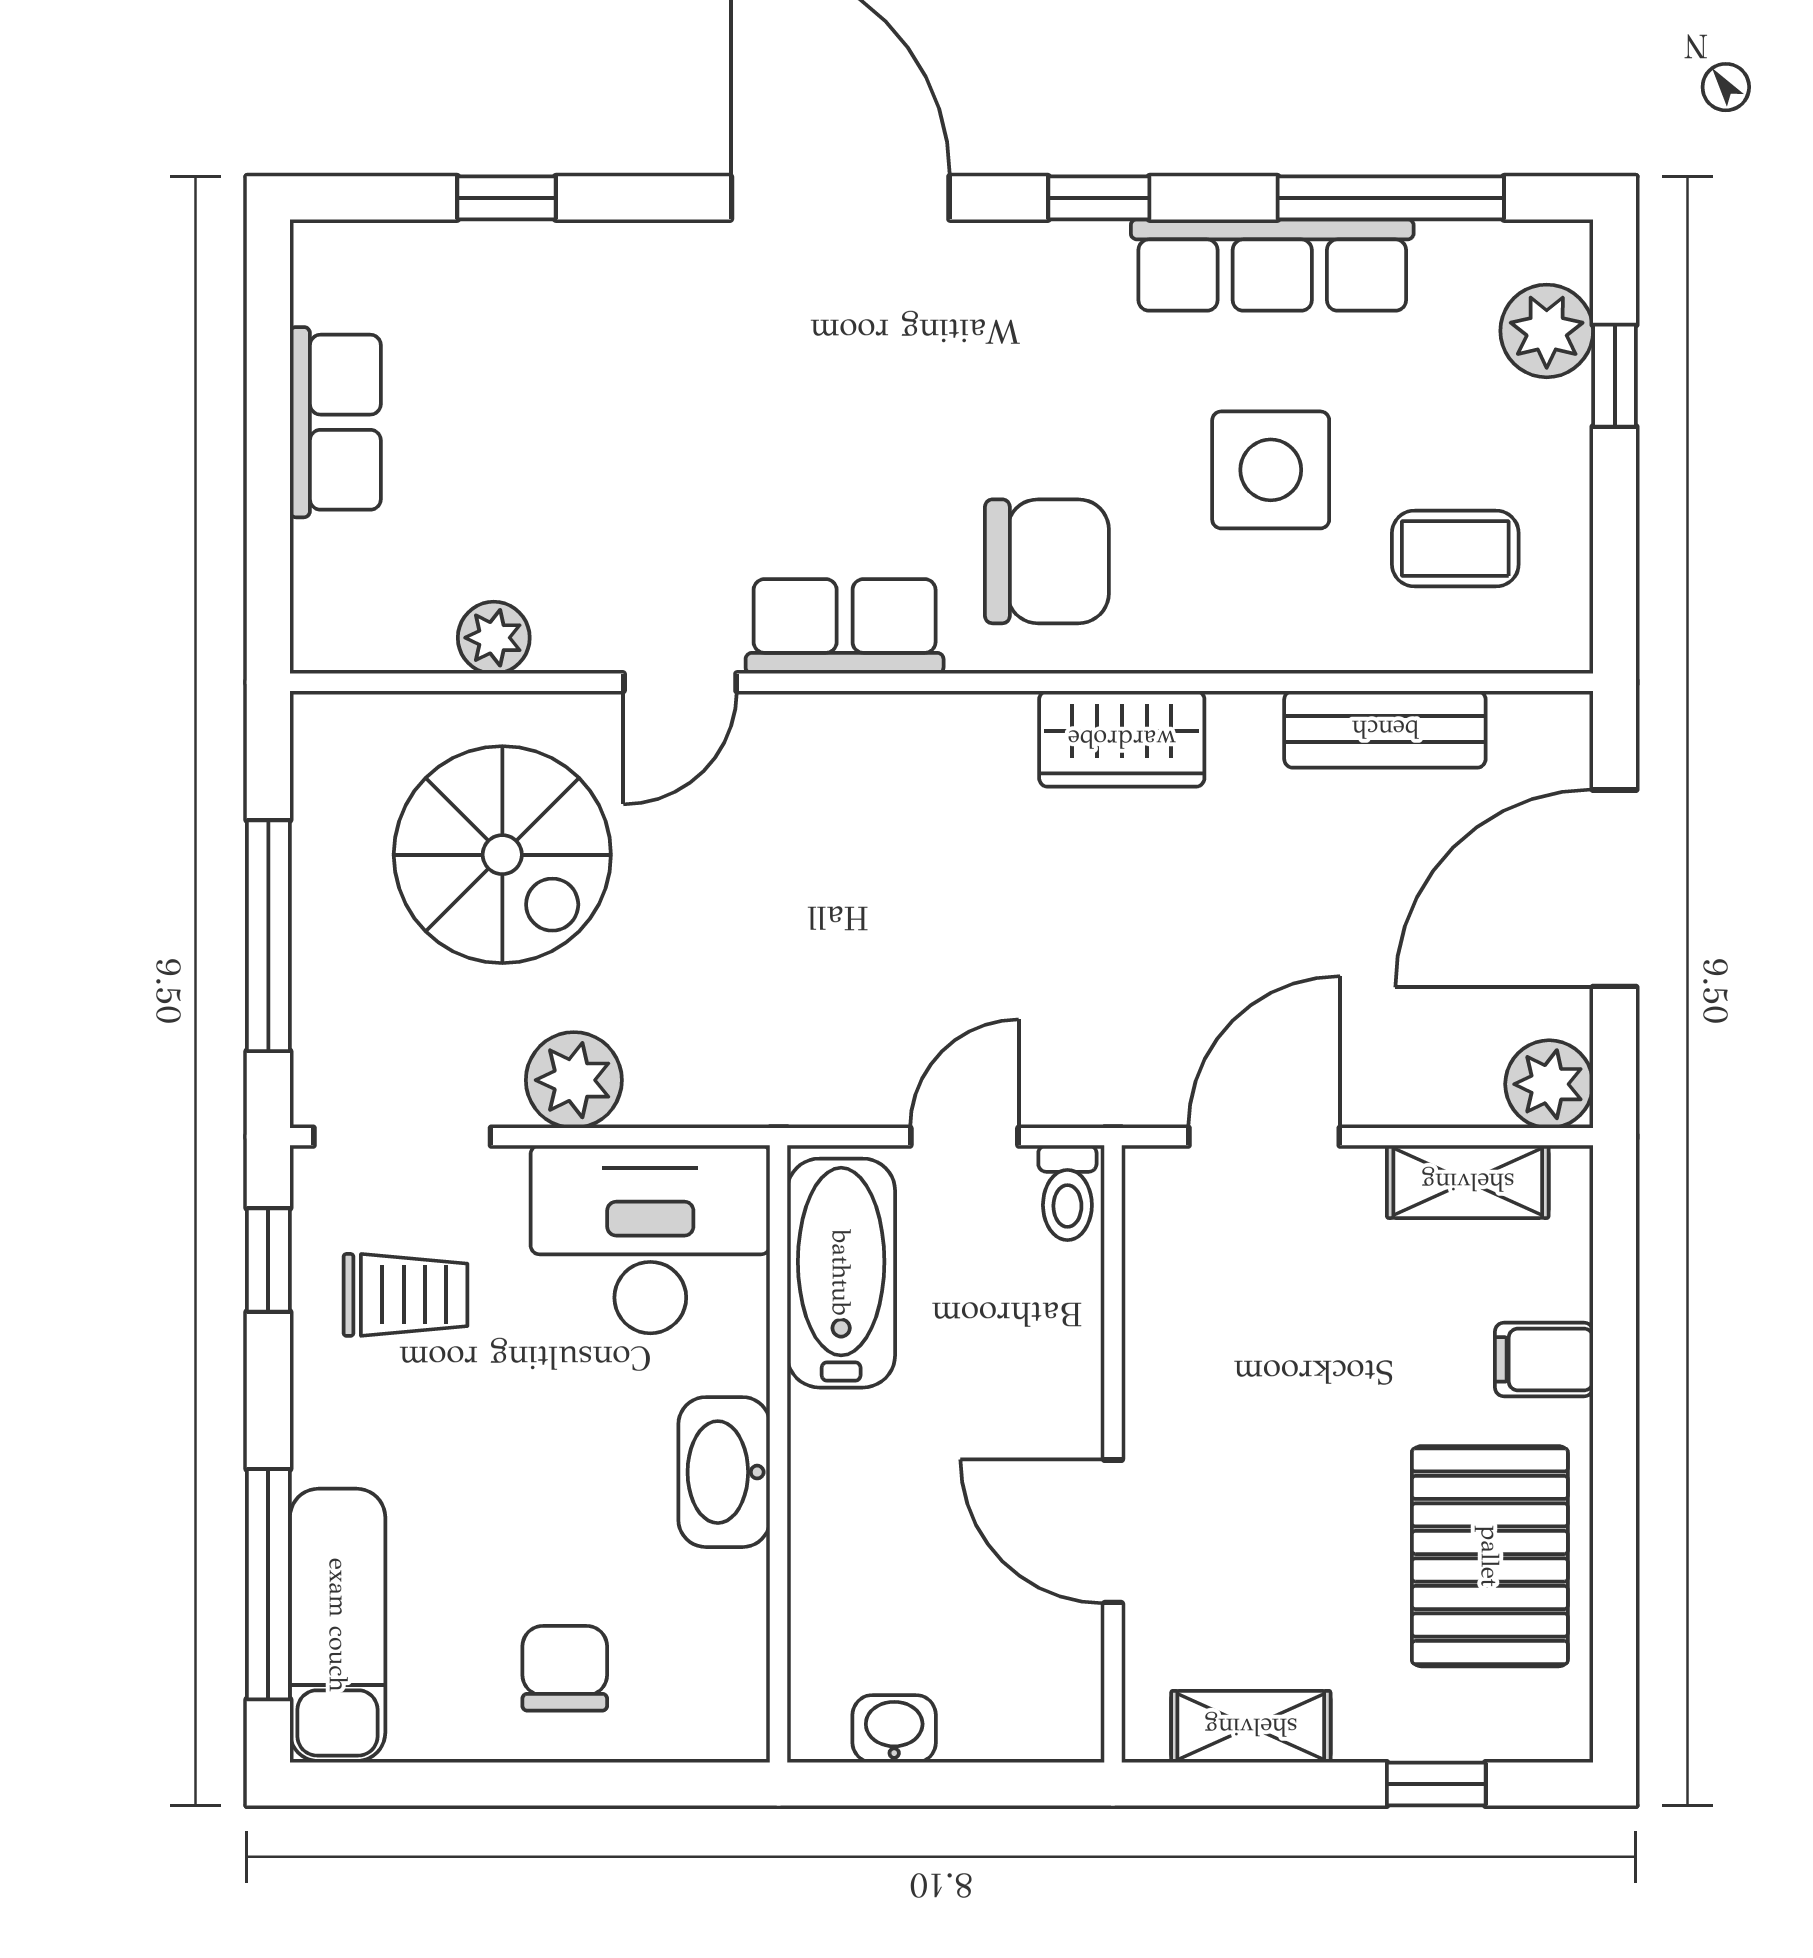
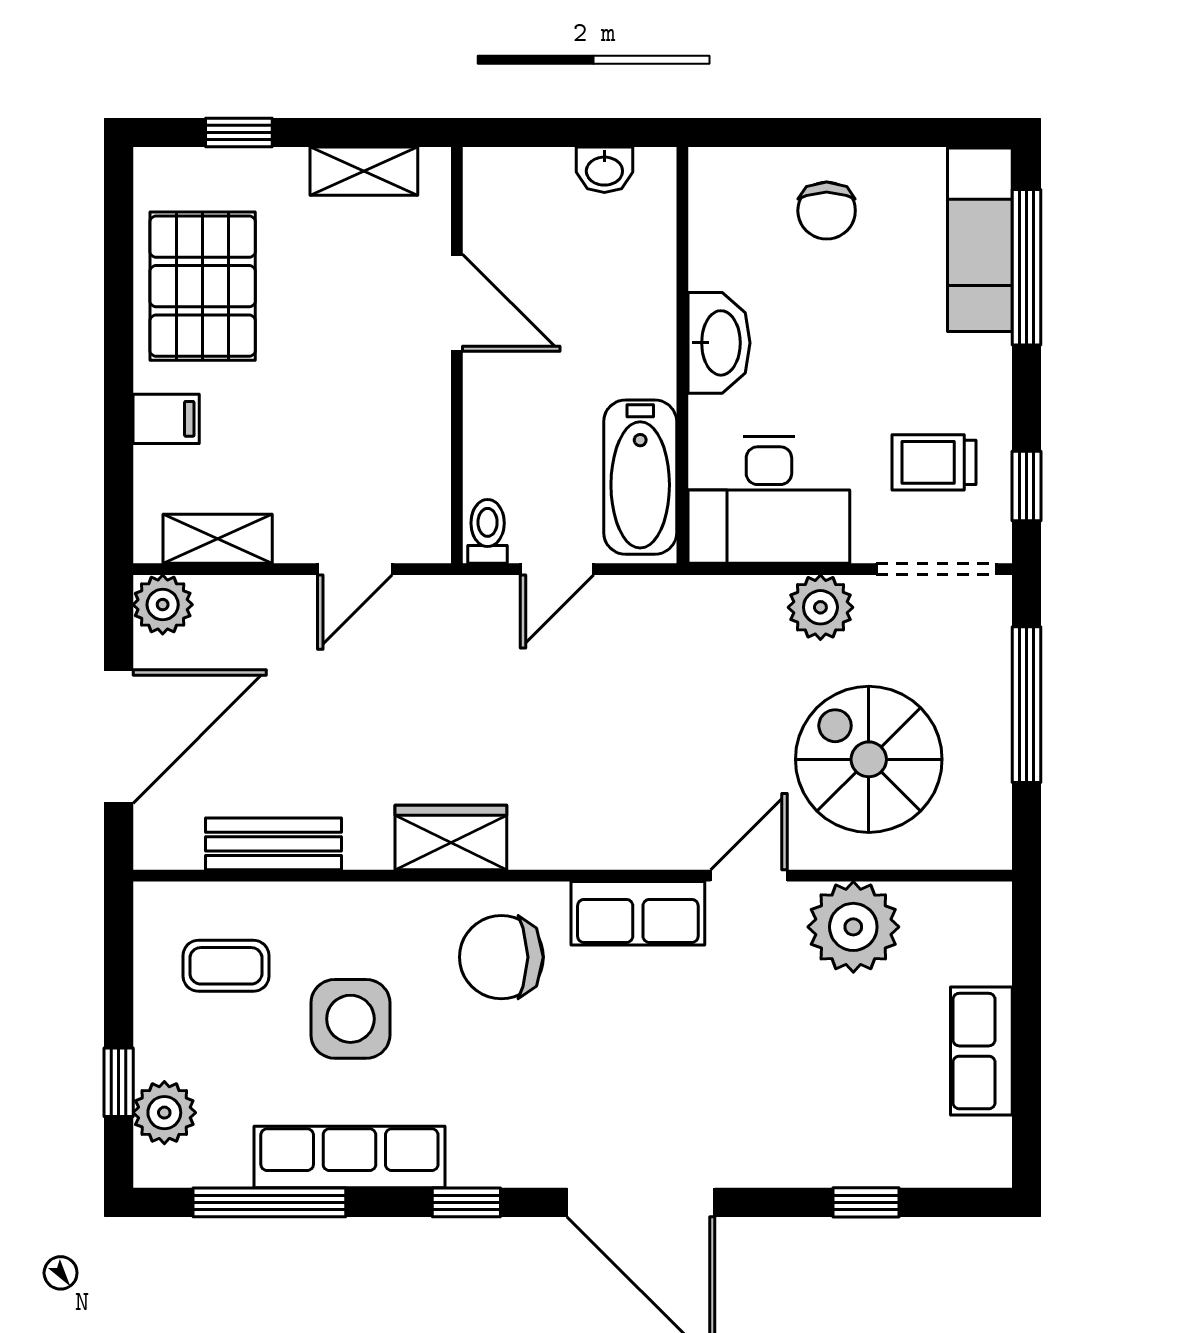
plant: (494, 638) -> (853, 927), width x1.88, depth x1.88
door: (1264, 1137) -> (355, 569), width x0.73

